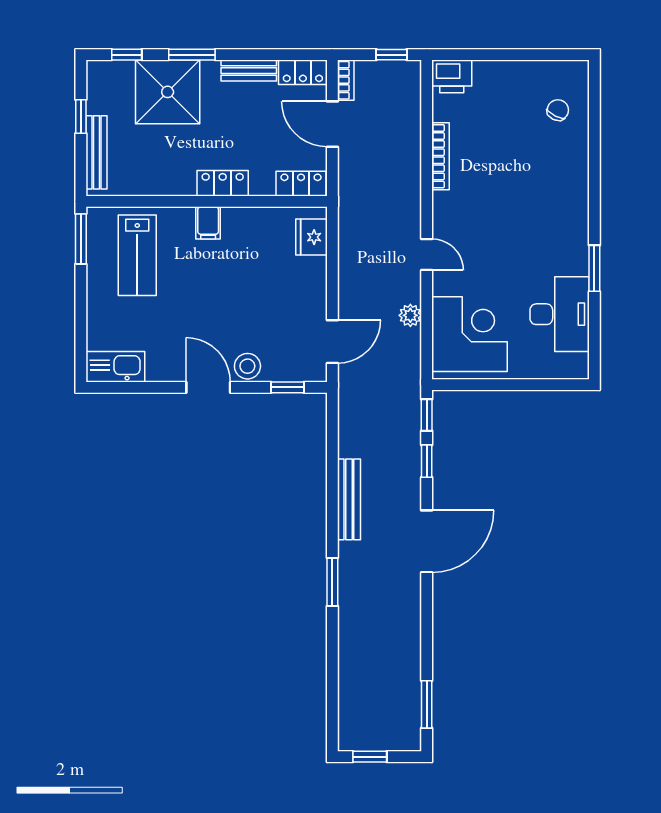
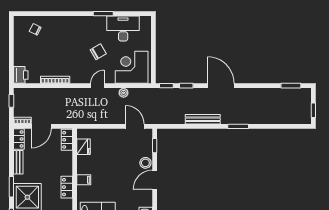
locker: (223, 183) -> (67, 187), moved
fridge: (312, 237) -> (83, 147), moved, turned -90
chair: (506, 257) -> (98, 52), added

